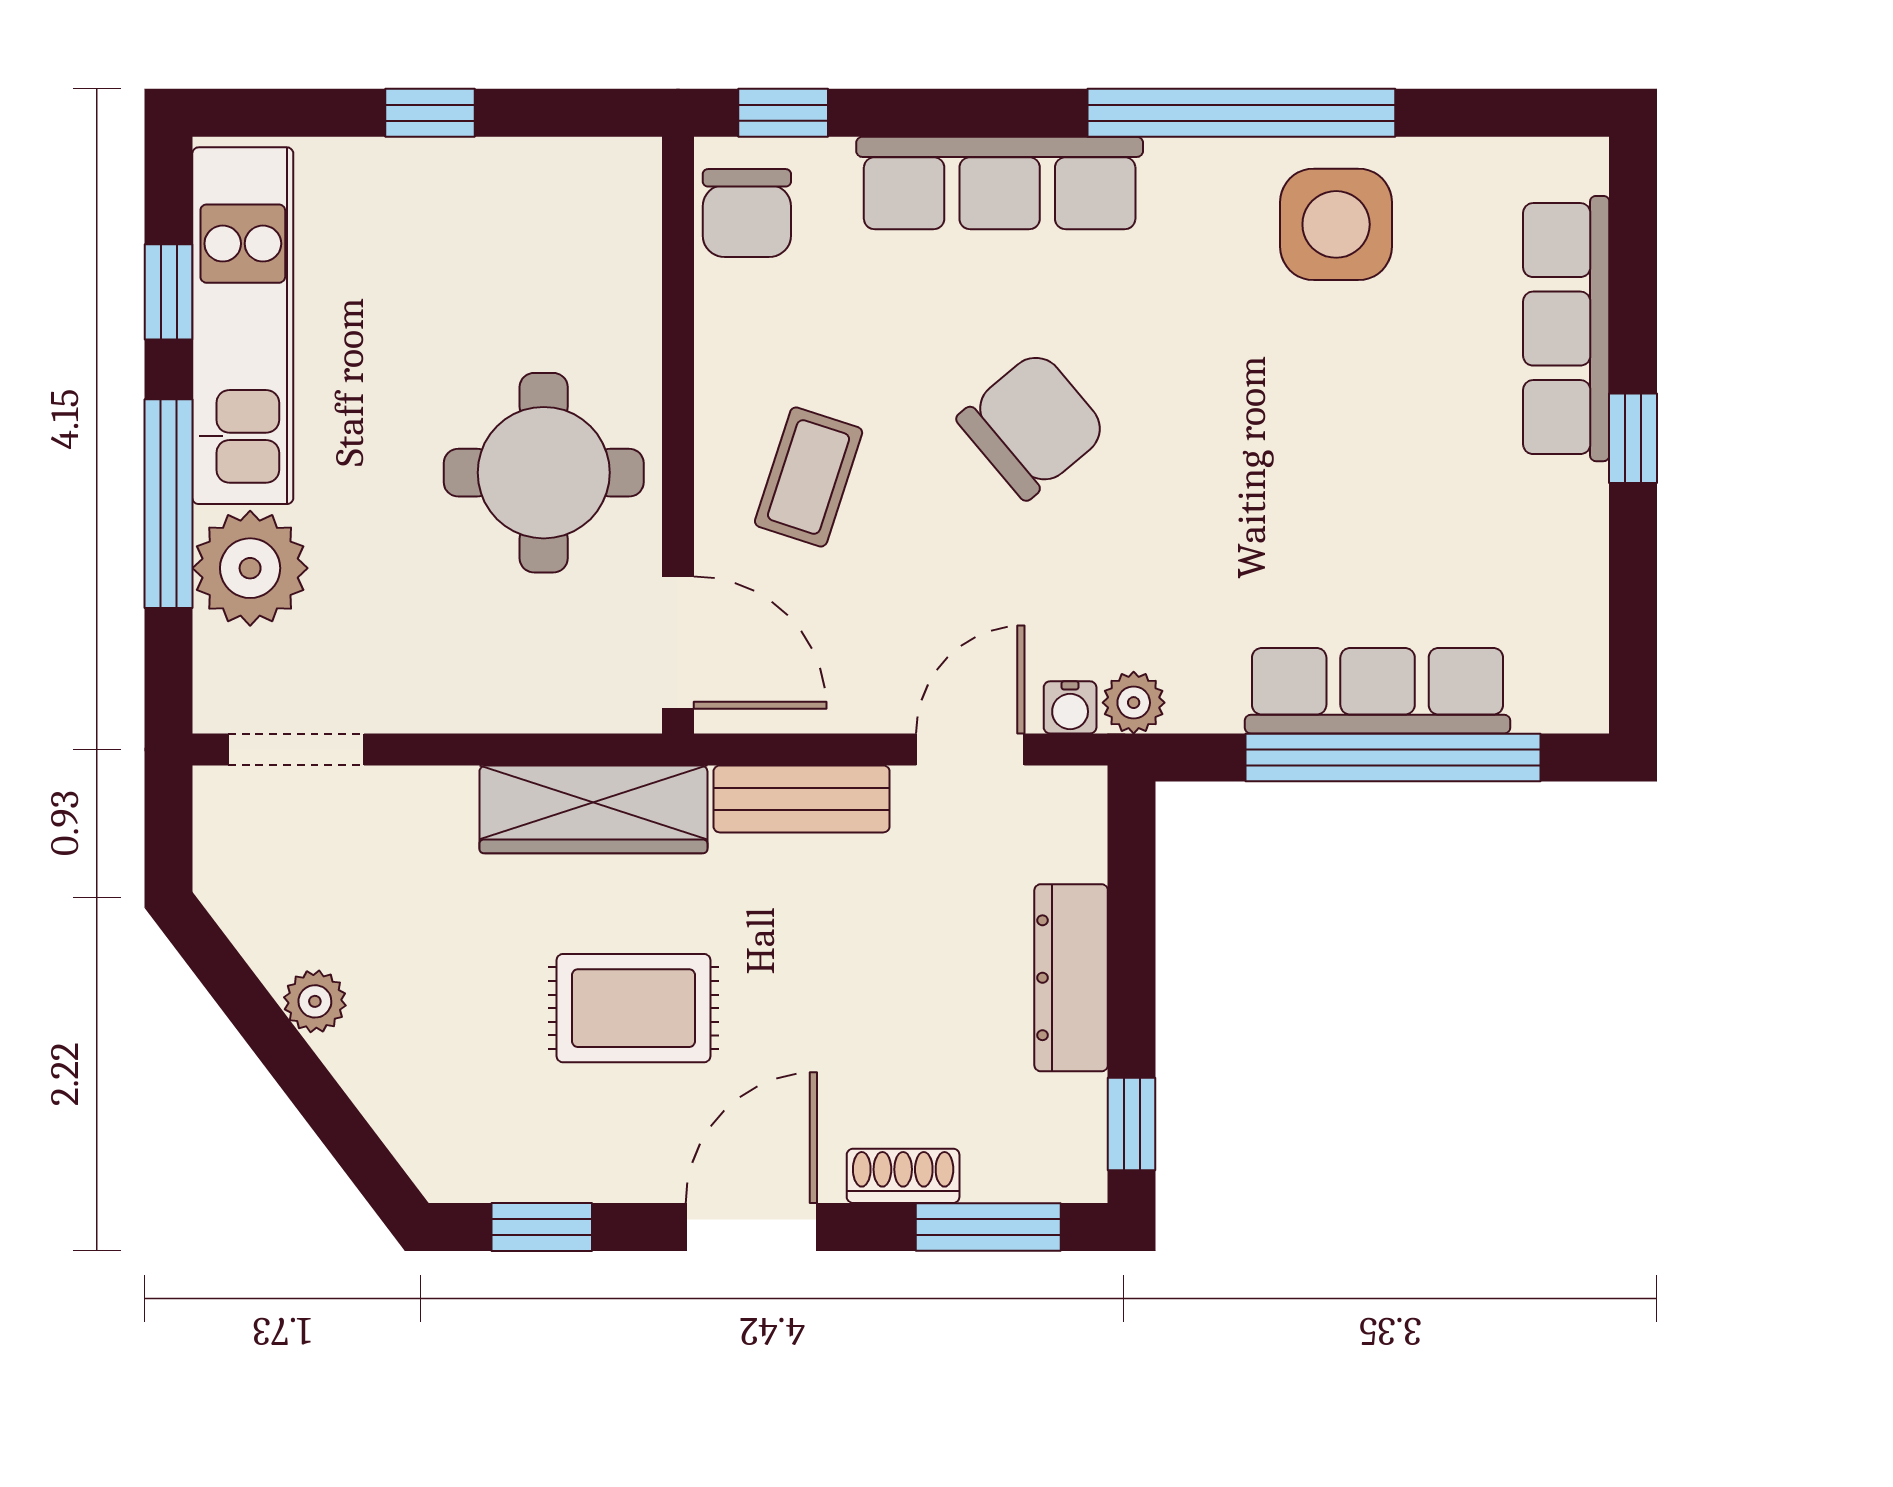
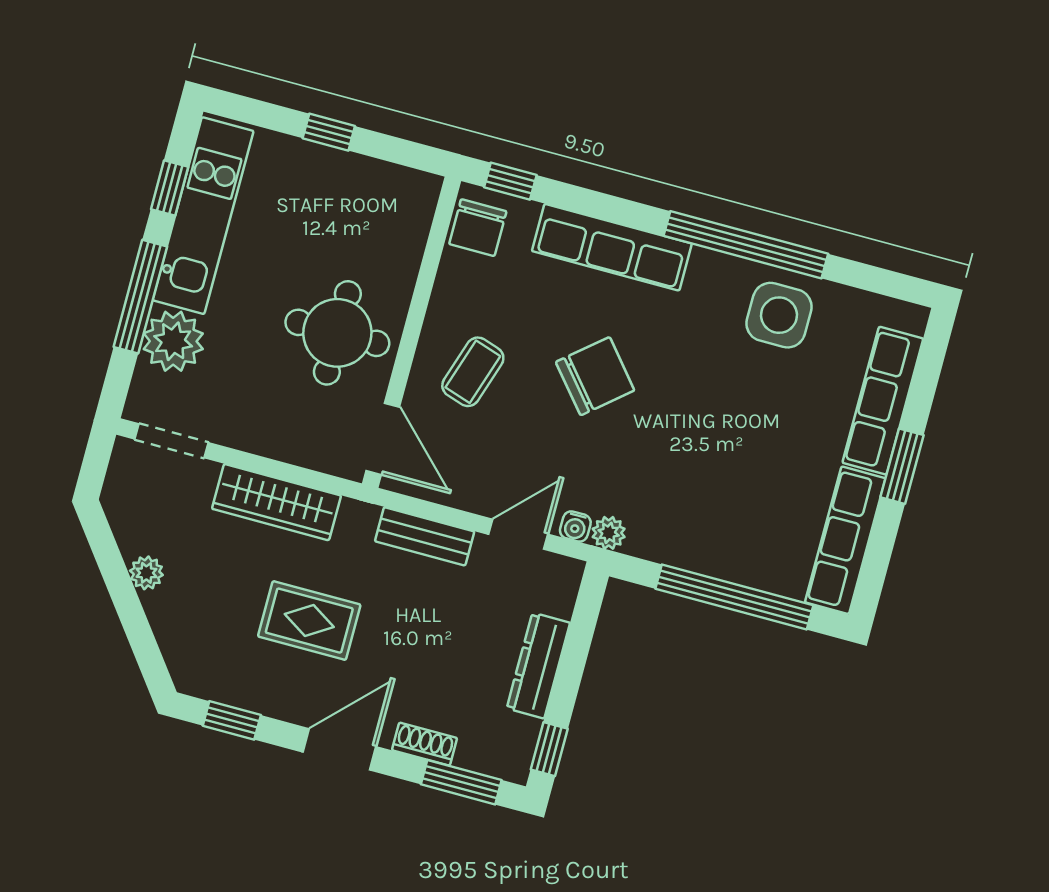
window: (1633, 438) -> (902, 466), width x1.50
row of seats: (1378, 691) -> (845, 540), moved, turned -90
wardrobe: (593, 809) -> (276, 502), moved

